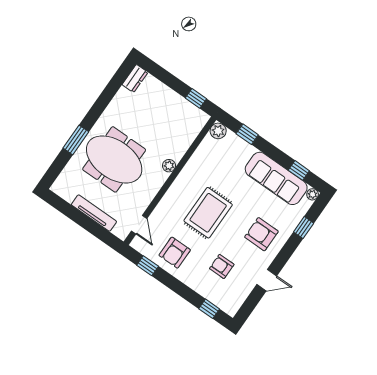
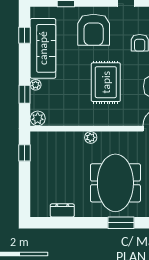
dresser: (135, 78) -> (62, 210), moved
plant: (313, 194) -> (36, 85), moved
rug: (208, 213) -> (106, 82), turned 90
armchair: (261, 234) -> (94, 30), width x1.36, depth x1.36

